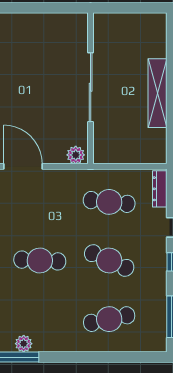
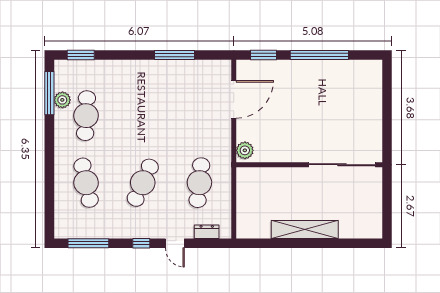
sliding door: (91, 87) -> (342, 165), moved
dresser: (160, 189) -> (207, 232), width x0.70
cafe table: (40, 260) -> (86, 116), moved

